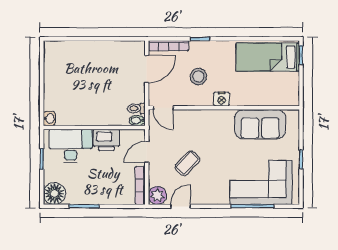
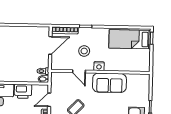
door: (163, 108) -> (79, 71), moved
sofa: (260, 124) -> (109, 83), moved

